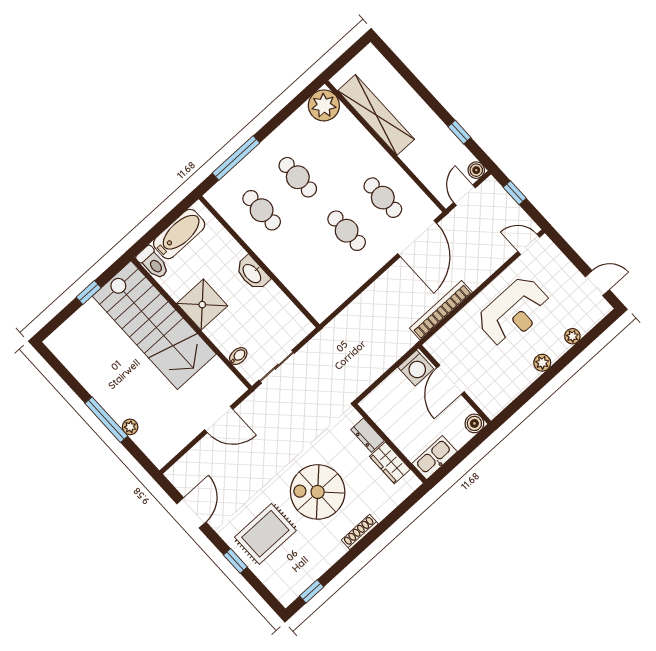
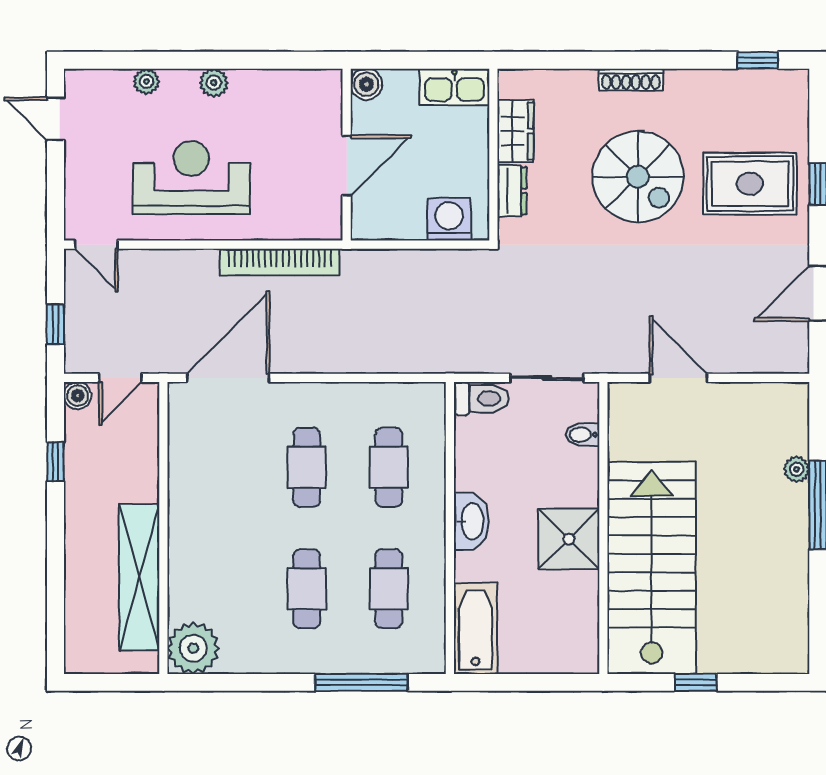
cafe table: (383, 198) -> (389, 467), moved
bathtub: (179, 234) -> (475, 628), moved, turned 90
toilet: (153, 263) -> (481, 399), moved, turned 90
washing machine: (416, 368) -> (449, 219), moved

